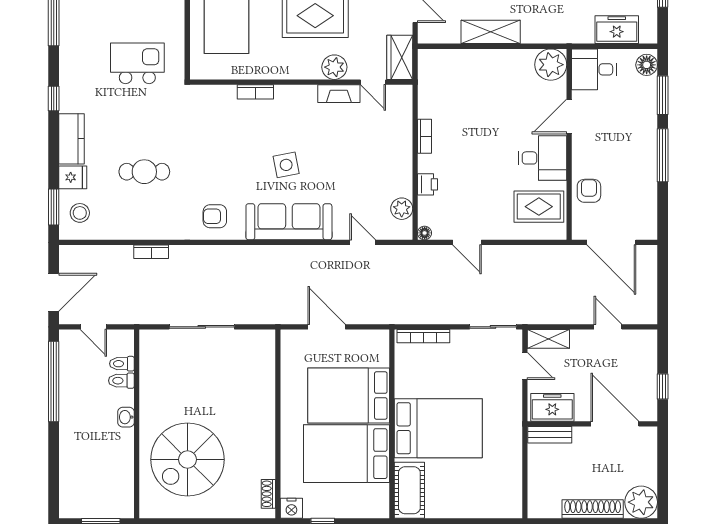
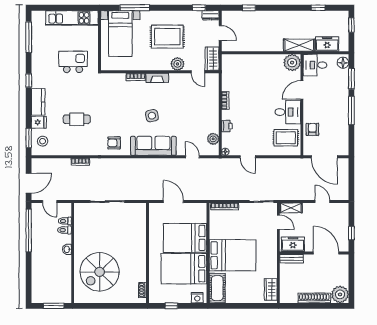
shelving: (491, 32) -> (299, 45), moved
fireplace: (339, 94) -> (157, 78), moved
wardrobe: (510, 493) -> (271, 289), added
nightstand: (291, 508) -> (197, 298), moved

